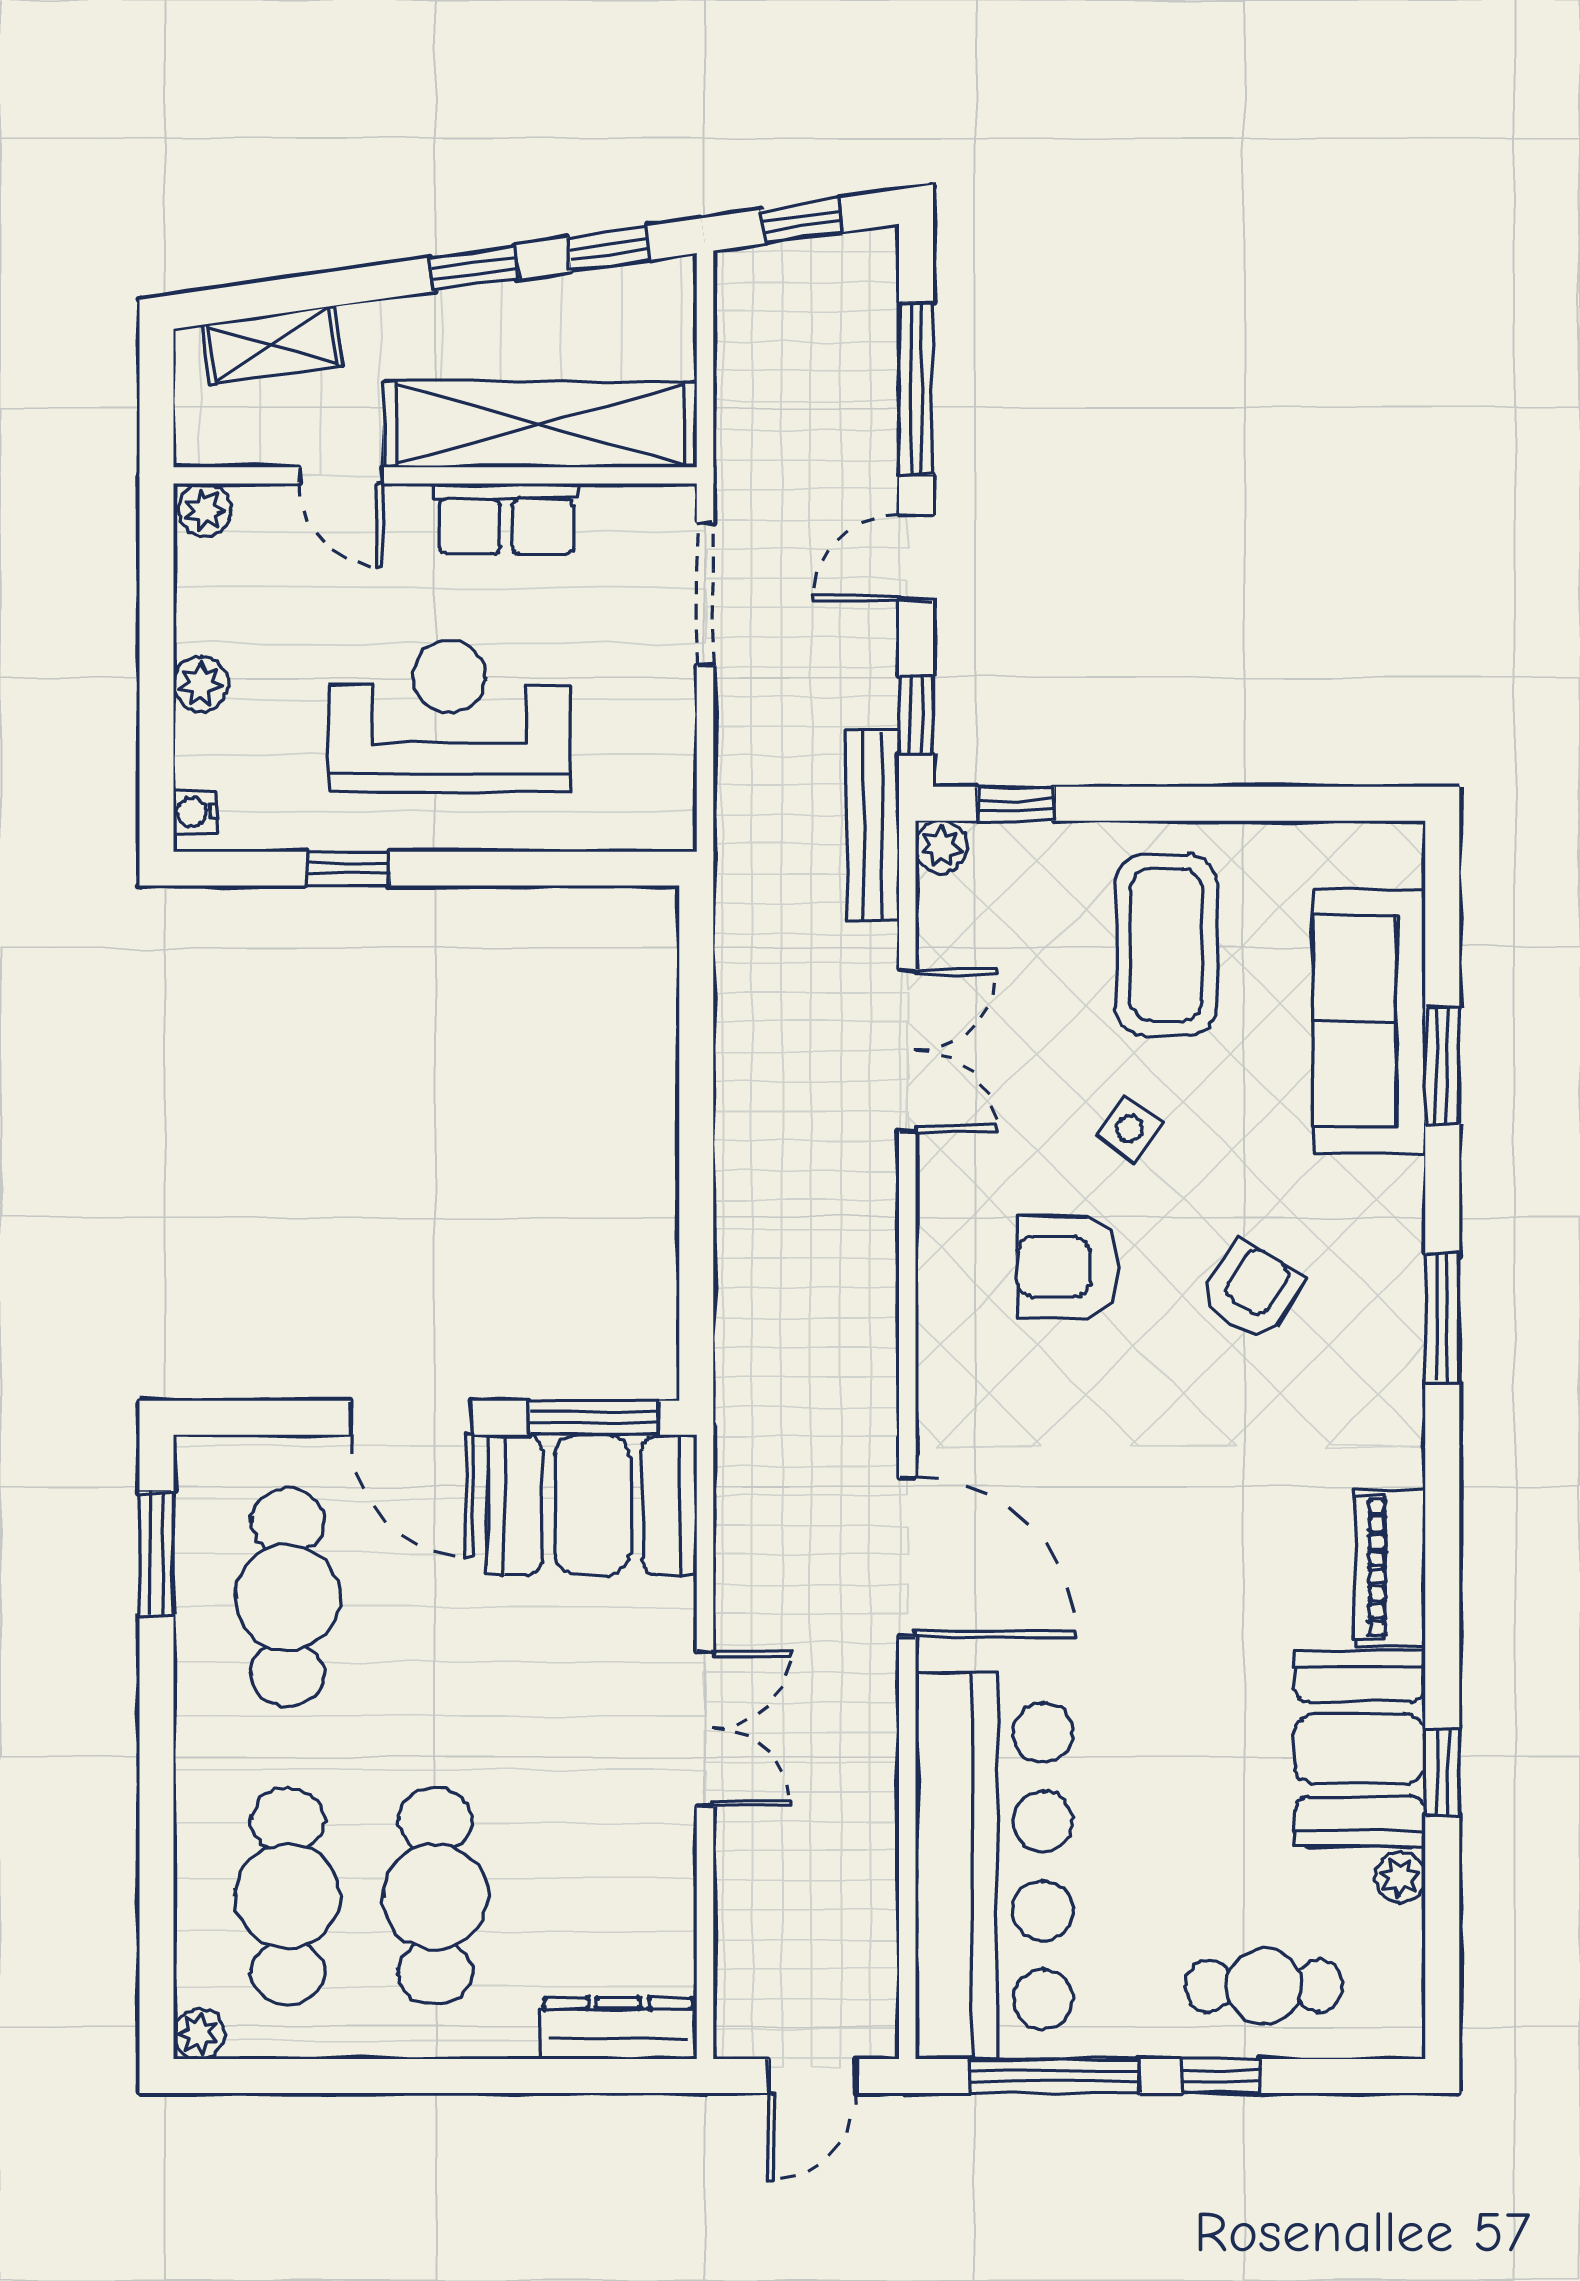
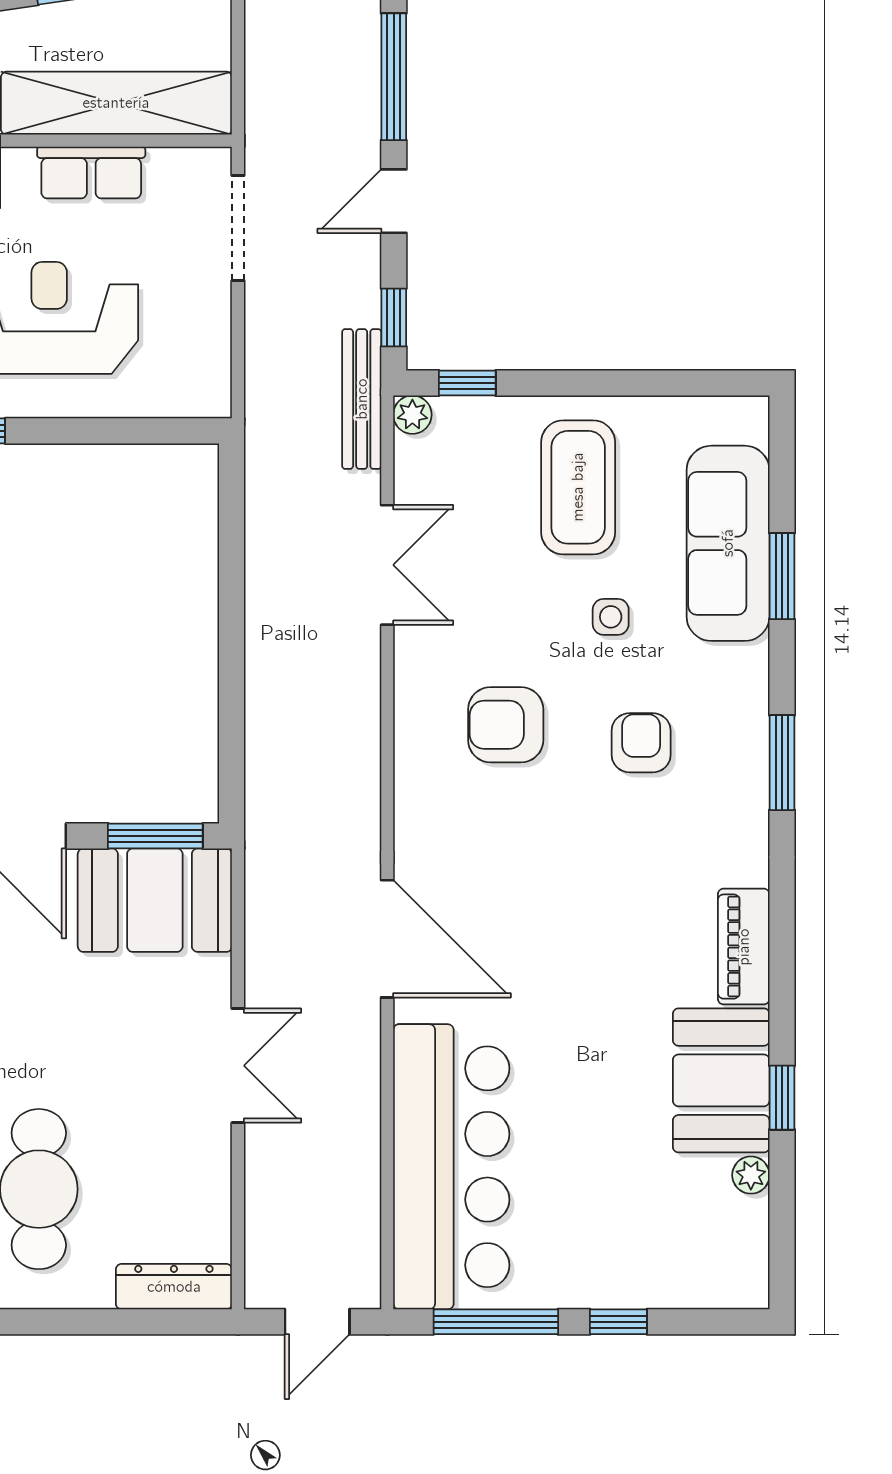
side table: (1129, 1129) -> (611, 617), moved, turned -37
armchair: (1251, 1291) -> (641, 743), turned -32
cafe table: (1264, 1986) -> (650, 1256), removed

